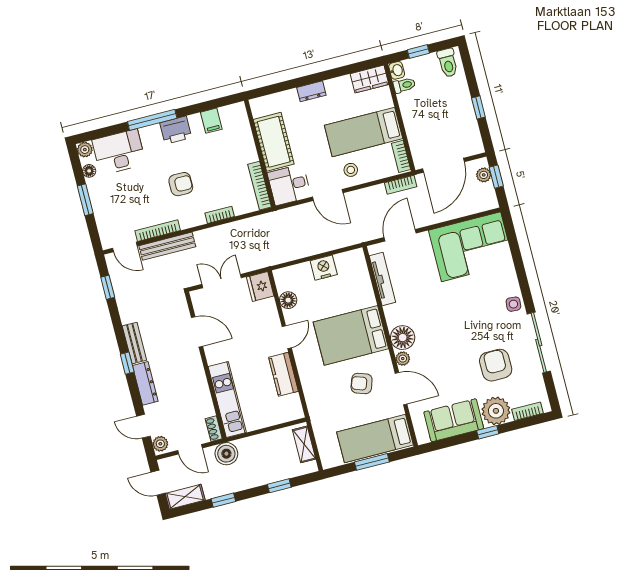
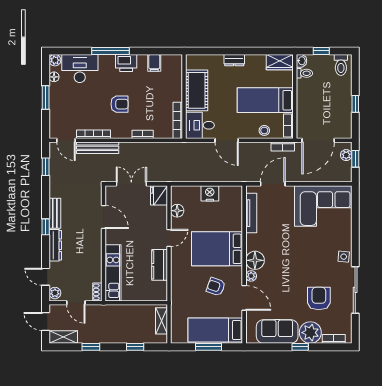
stool: (351, 170) -> (264, 130), moved
boiler: (226, 454) -> (102, 313), removed

